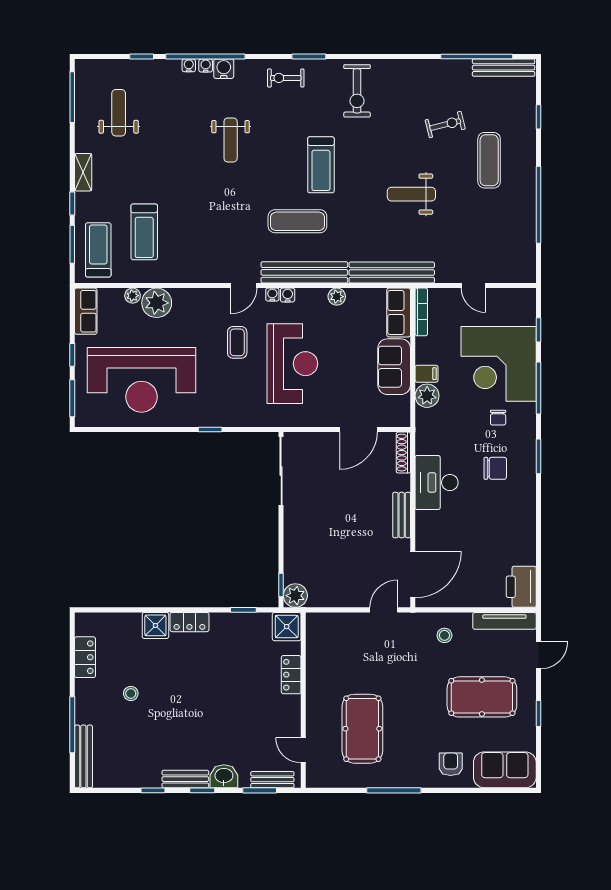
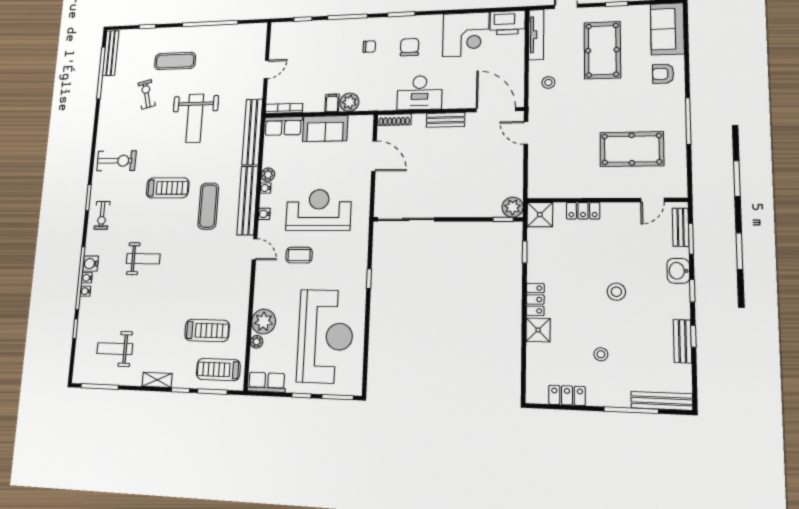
weight bench: (411, 194) -> (195, 118), width x1.36, depth x1.33
water cooler: (272, 295) -> (266, 188), moved
corner desk: (499, 364) -> (466, 34), moved, width x0.74, depth x0.74
stool: (200, 710) -> (616, 292), added
bench: (185, 779) -> (682, 341), moved

